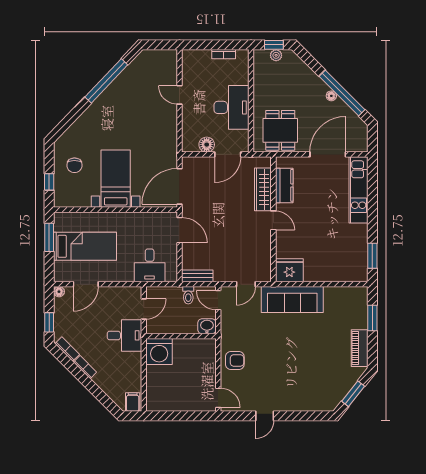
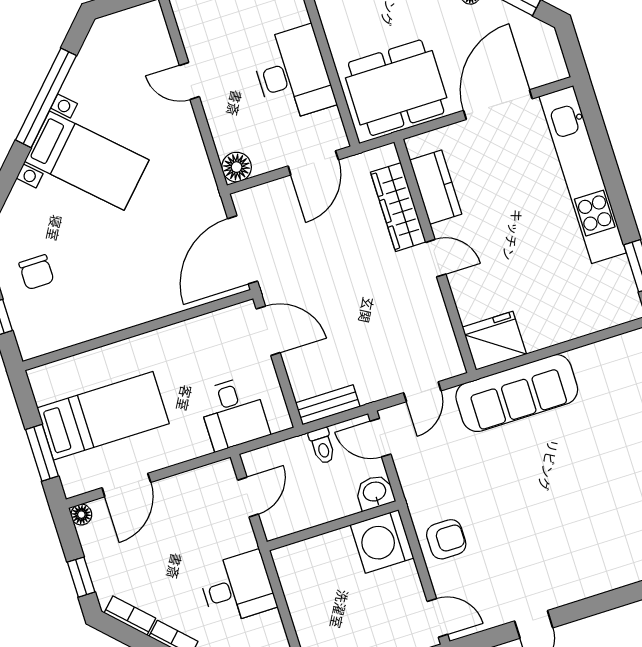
dining table: (280, 130) -> (396, 88), width x1.38
floor lamp: (207, 145) -> (237, 167), moved
bed with nightstands: (116, 179) -> (87, 161), moved, turned 134
kitchen unit: (359, 190) -> (583, 175), width x1.36
window: (49, 237) -> (42, 453), moved
desk: (124, 335) -> (237, 588), moved
washing machine: (159, 352) -> (382, 541), moved, turned 90

